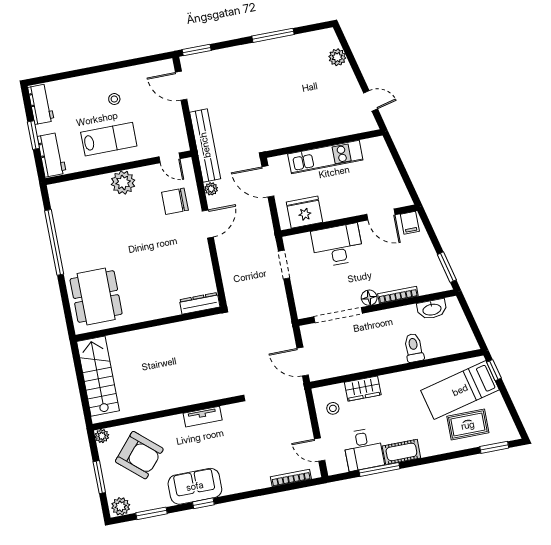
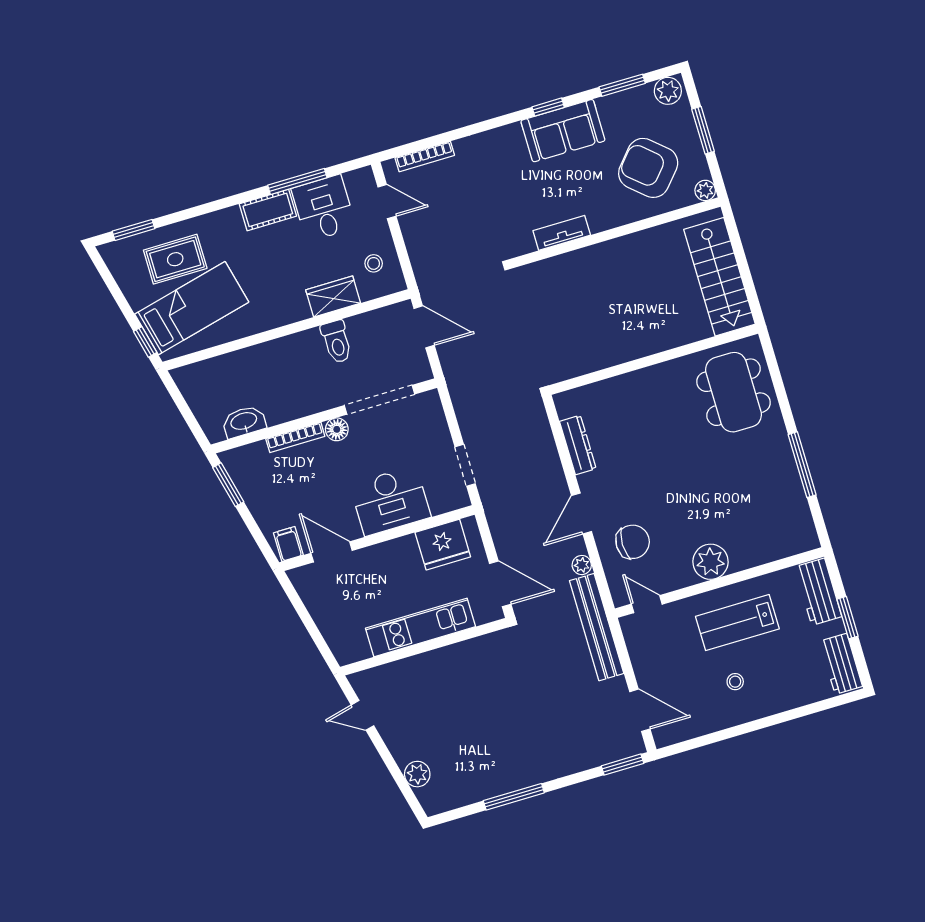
window: (54, 242) -> (802, 465), width x0.68
dresser: (200, 303) -> (578, 445), moved, turned -90
toilet: (414, 348) -> (337, 342), moved

